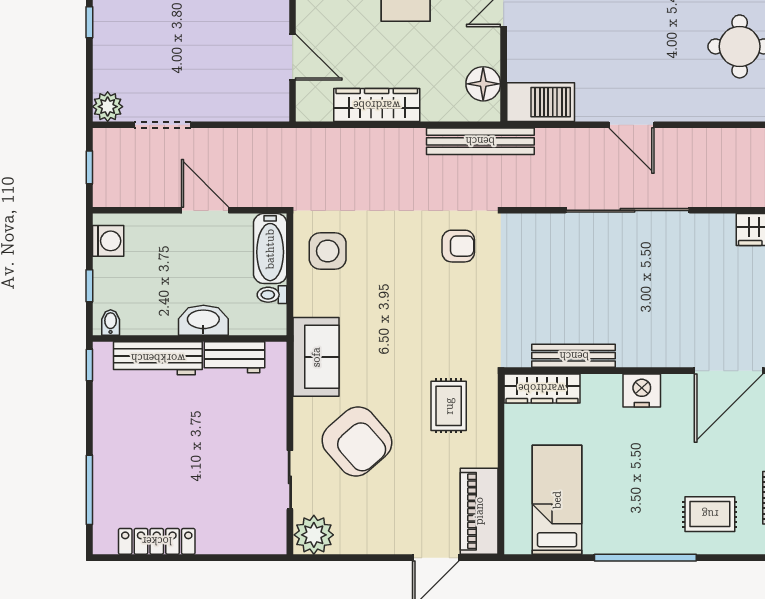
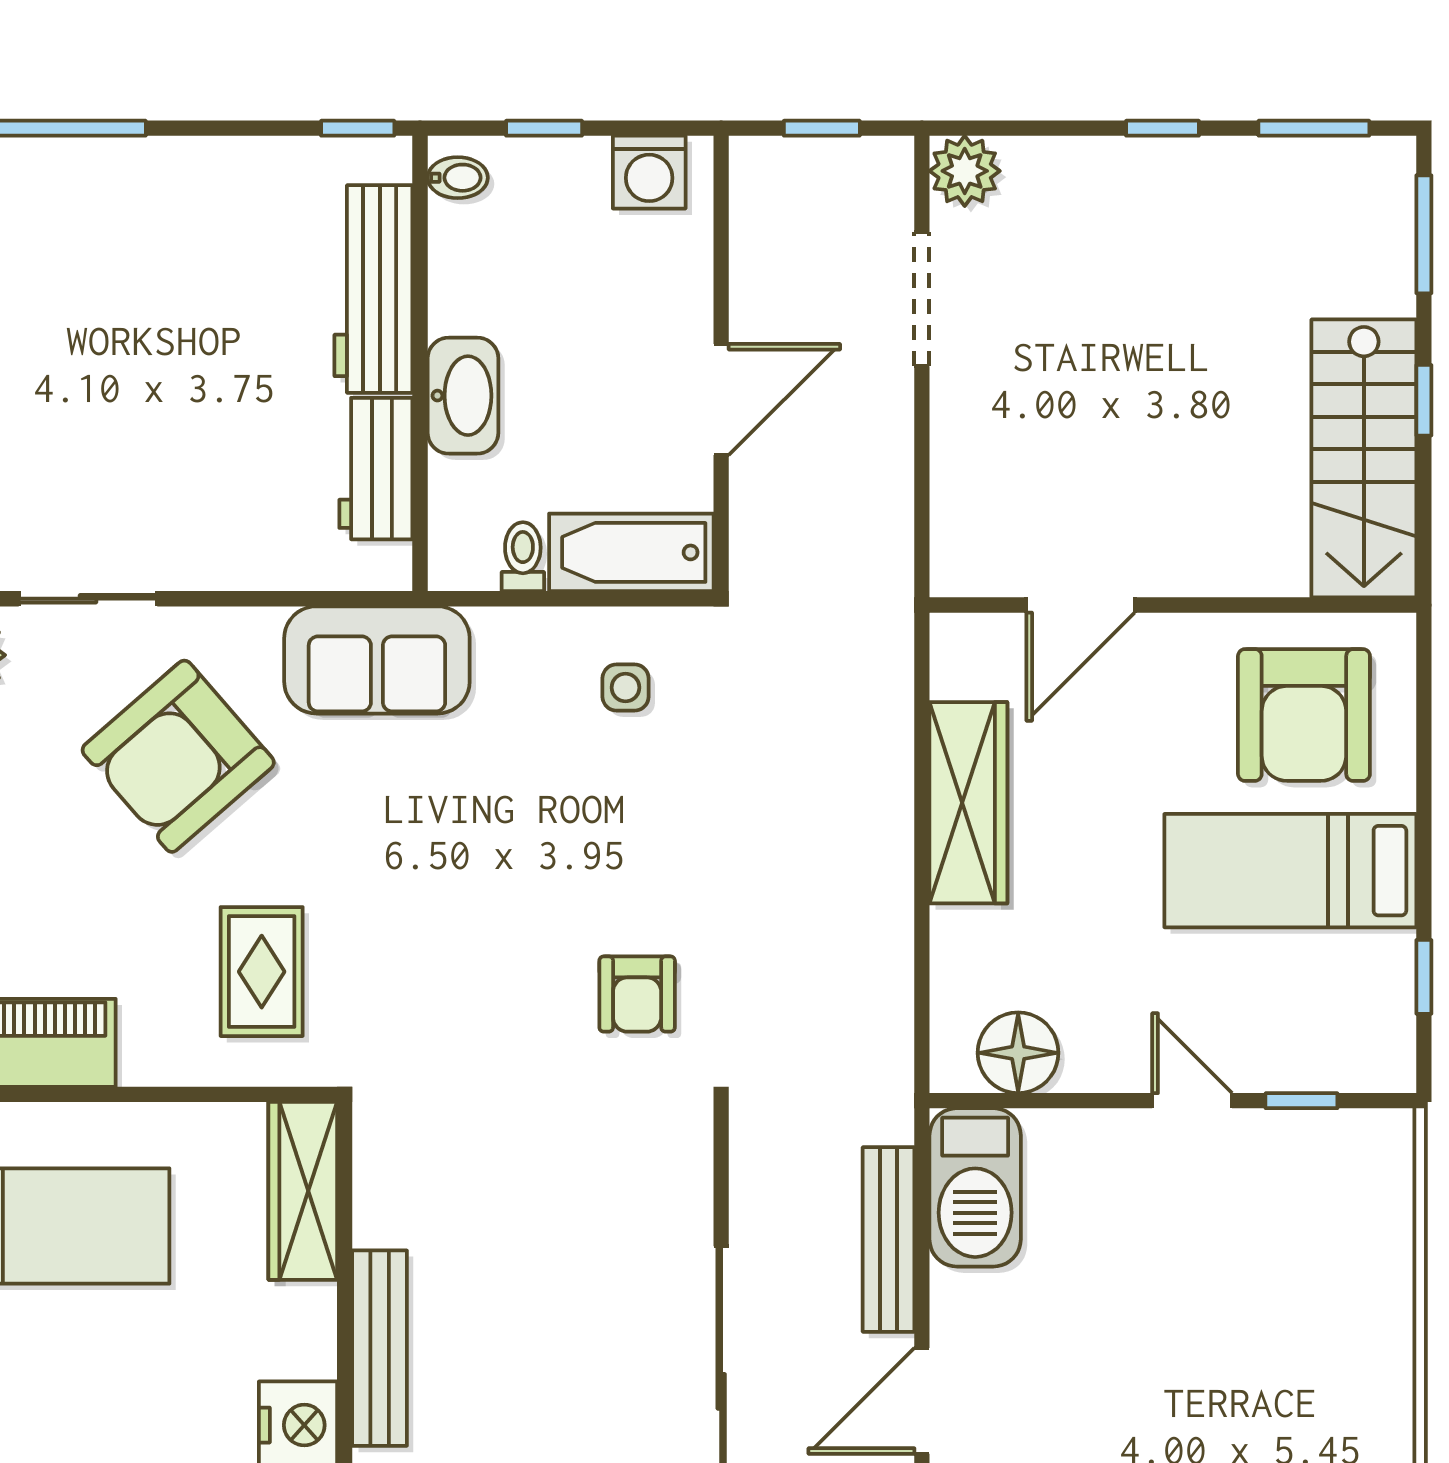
bench: (480, 141) -> (889, 1239), moved, width x0.73, depth x0.82
side table: (328, 251) -> (626, 688), width x0.54, depth x0.54
bench: (574, 356) -> (380, 1348), moved
rug: (449, 406) -> (262, 972), turned 90

